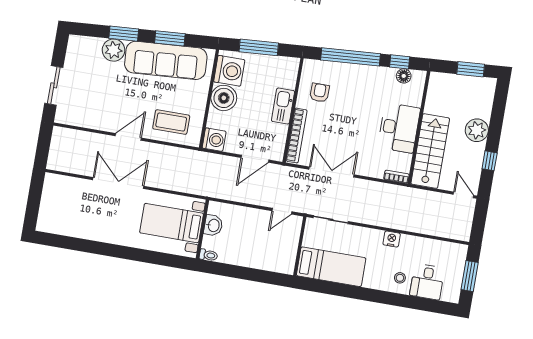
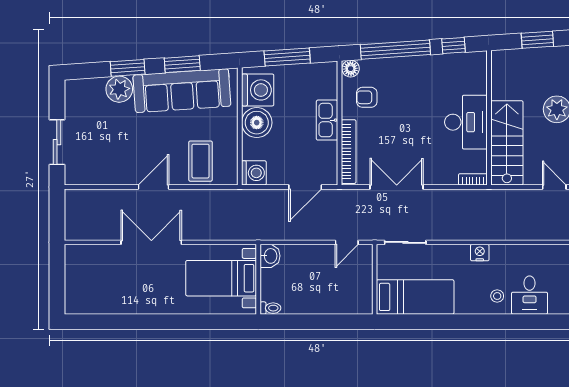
floor lamp: (404, 76) -> (351, 69), moved
armchair: (320, 93) -> (367, 97), turned -90
coffee table: (171, 122) -> (200, 161), turned 90
washbasin: (213, 225) -> (270, 256), moved

